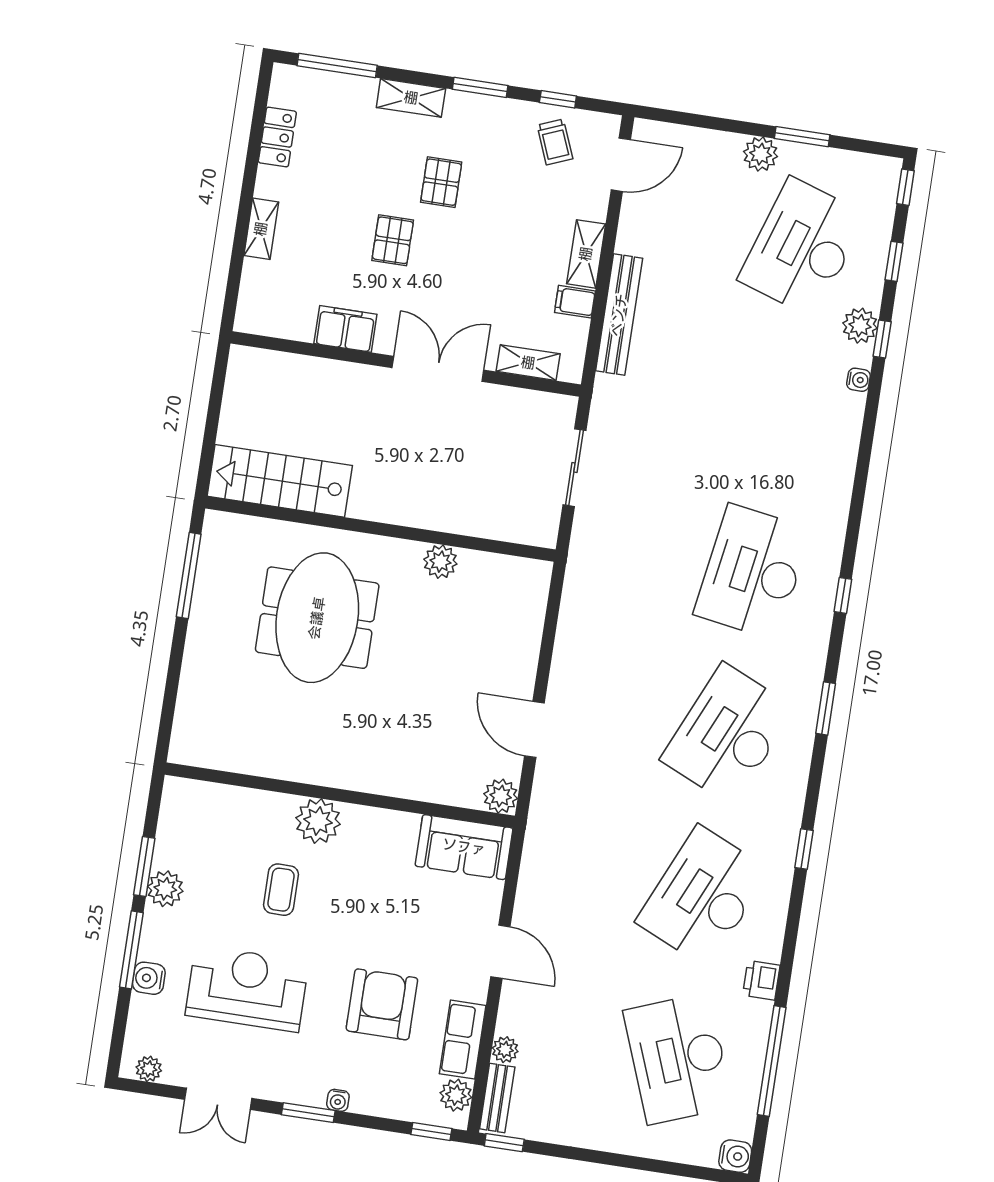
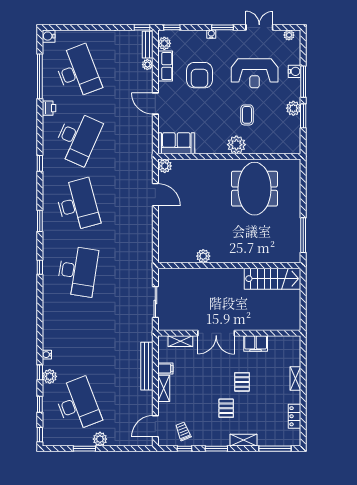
desk: (802, 247) -> (78, 404), turned -39
meeting table: (317, 618) -> (254, 189), moved
desk: (728, 734) -> (78, 205), turned -39

